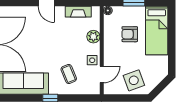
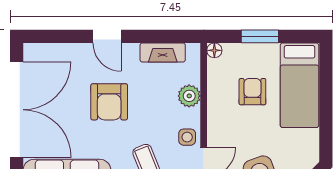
armchair: (130, 34) -> (252, 92), turned 90
armchair: (47, 40) -> (109, 102), added

